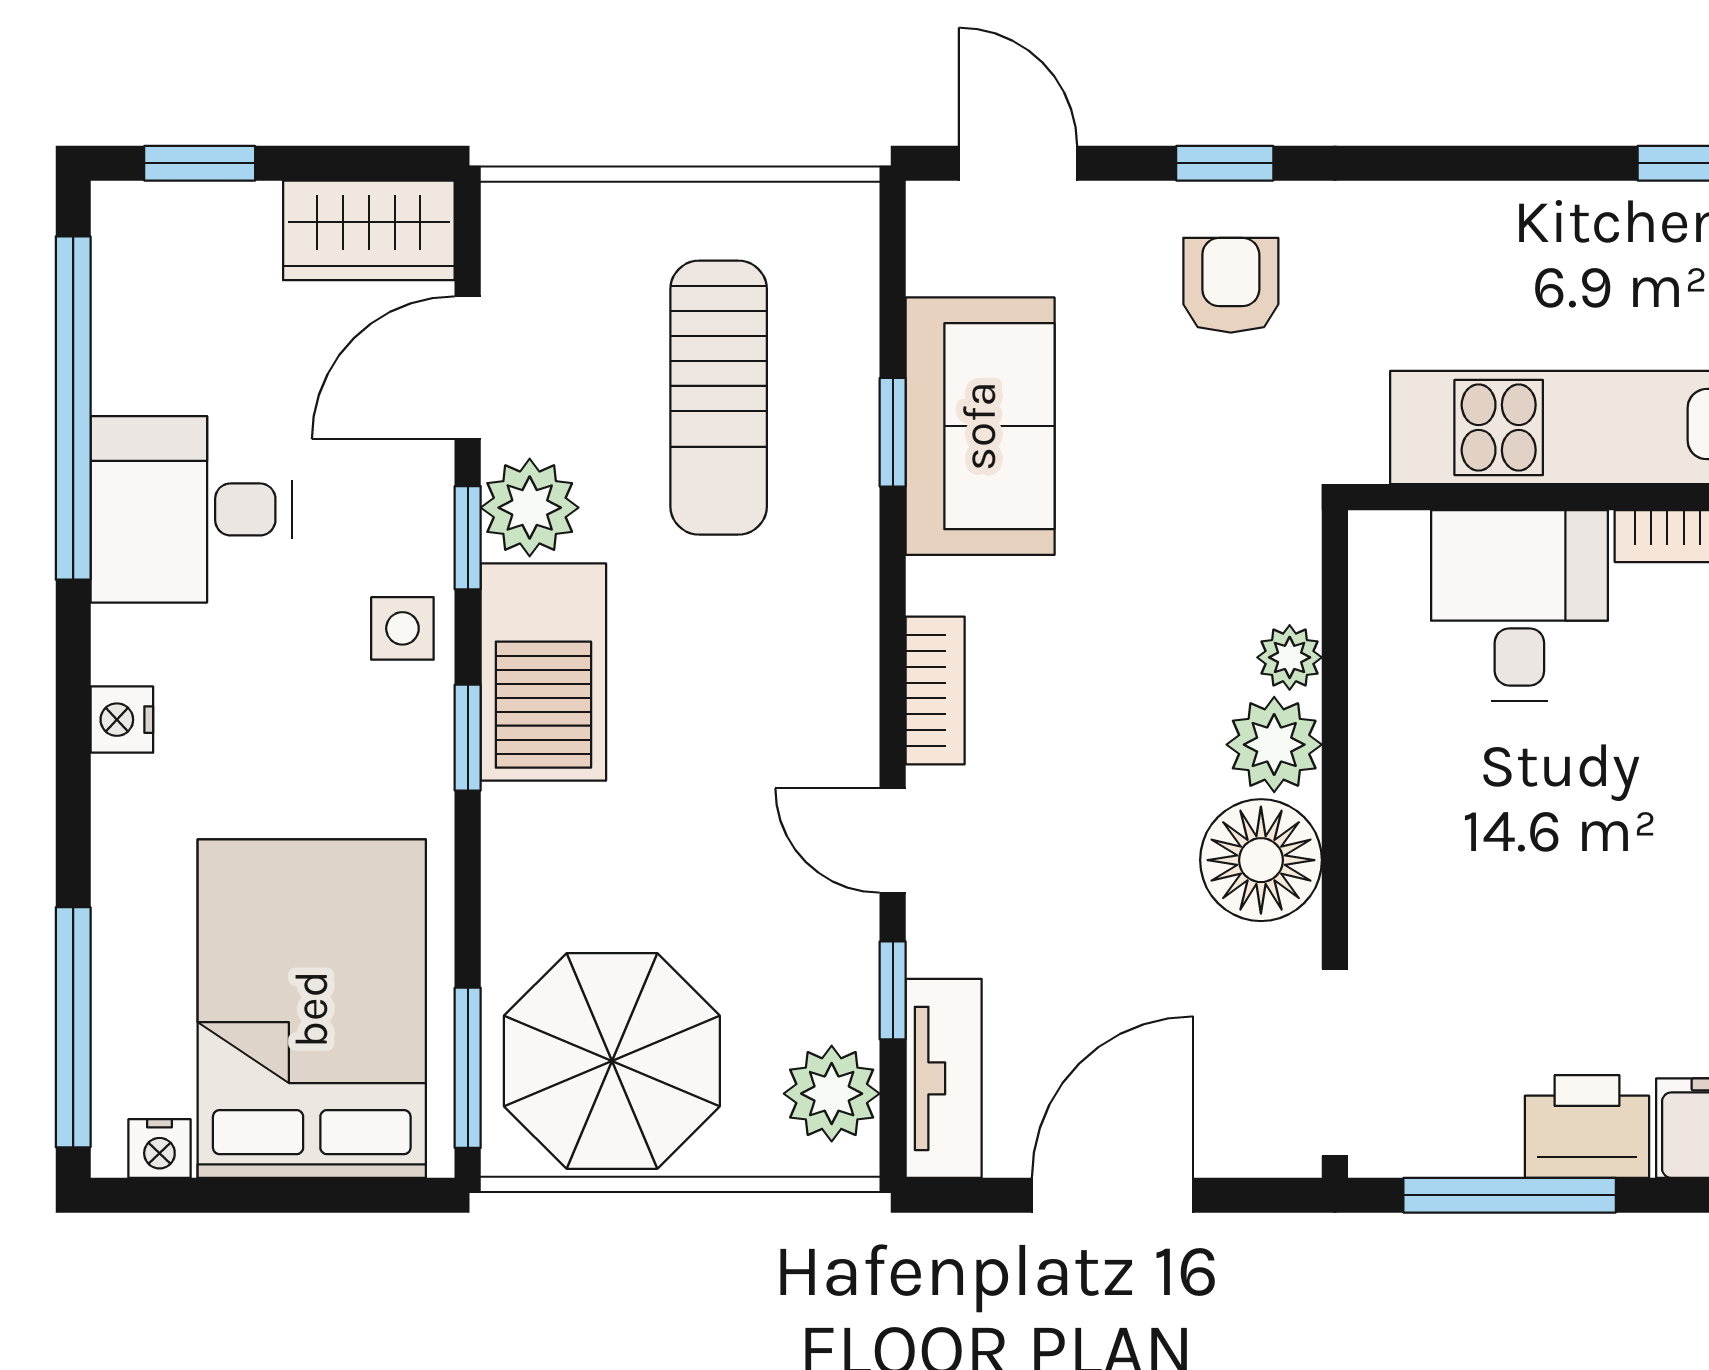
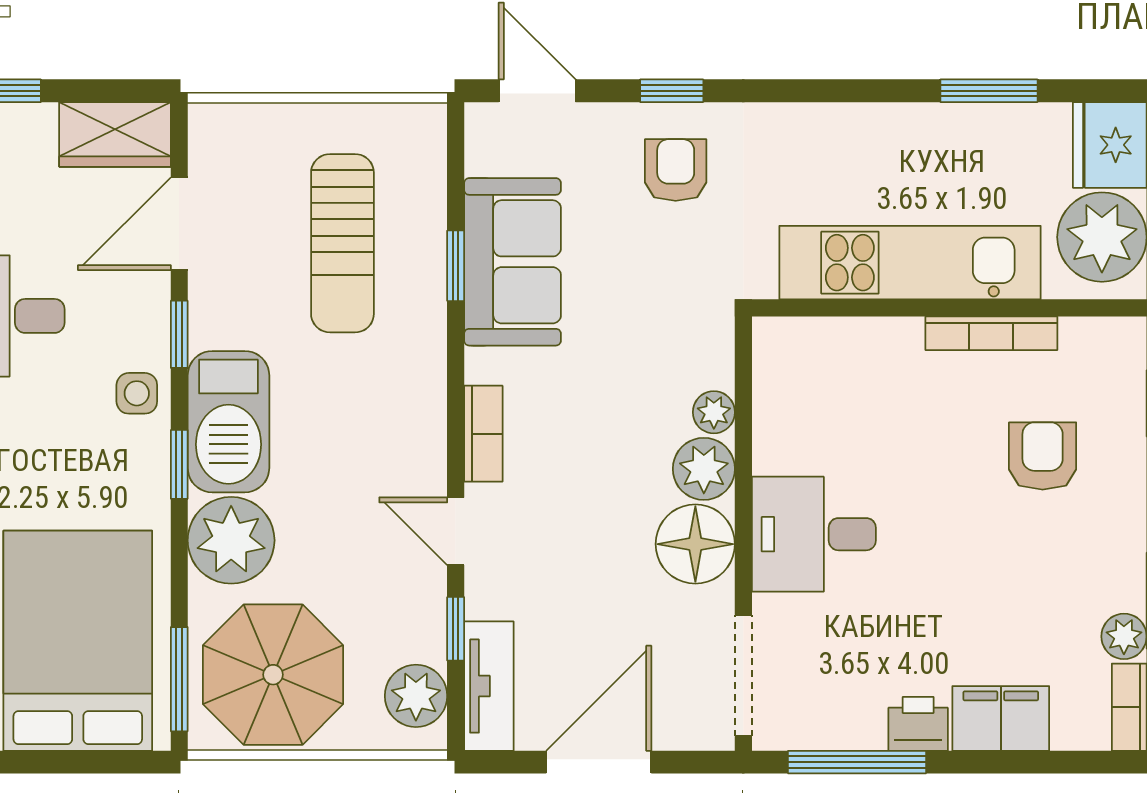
plant: (530, 508) -> (231, 540), moved, width x1.36, depth x1.36
desk: (1519, 605) -> (814, 534), moved, turned -90
printer: (1587, 1126) -> (918, 724), width x0.73, depth x0.81

